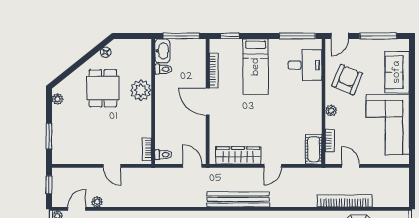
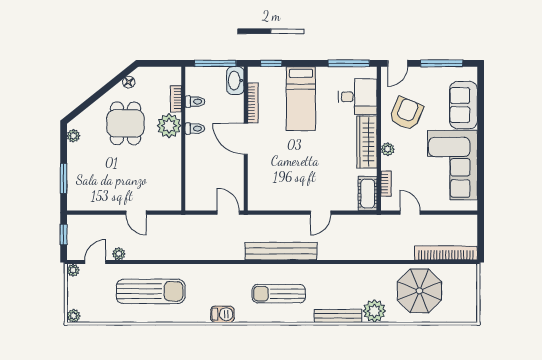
washbasin: (162, 51) -> (235, 81), moved, turned 180
bookcase: (147, 149) -> (176, 99), moved
toilet: (163, 155) -> (195, 129), moved
wardrobe: (238, 155) -> (367, 142), moved, turned -90
bookcase: (345, 201) -> (446, 253), moved

